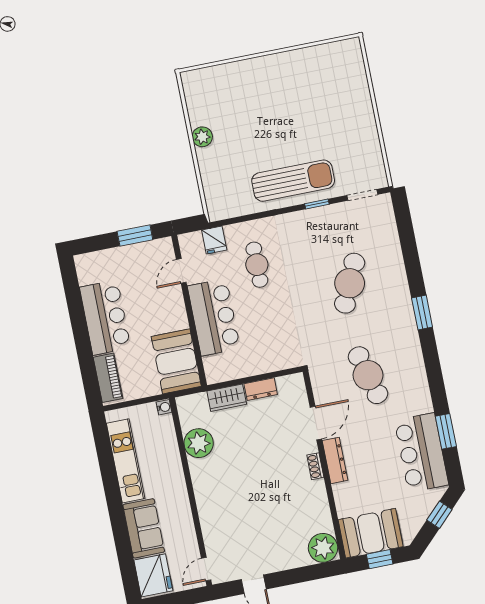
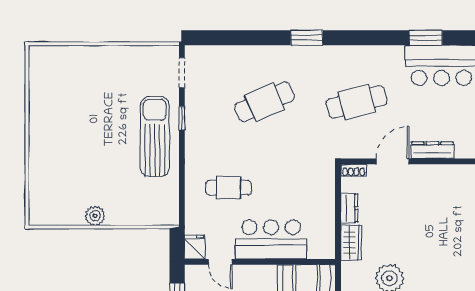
fridge: (214, 240) -> (195, 247), moved, turned -90
cafe table: (350, 283) -> (264, 102), turned -48
door: (316, 423) -> (393, 161), hinge flipped
shoe rack: (315, 466) -> (354, 170), moved

